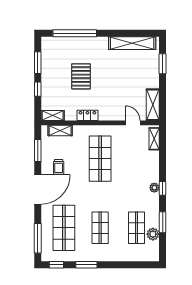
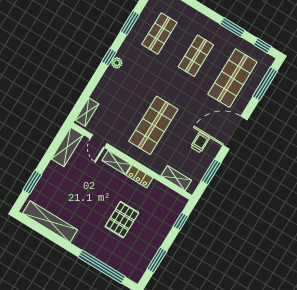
window: (38, 89) -> (181, 221), moved
shelving: (53, 115) -> (117, 162), moved
plant: (153, 234) -> (147, 17), removed

